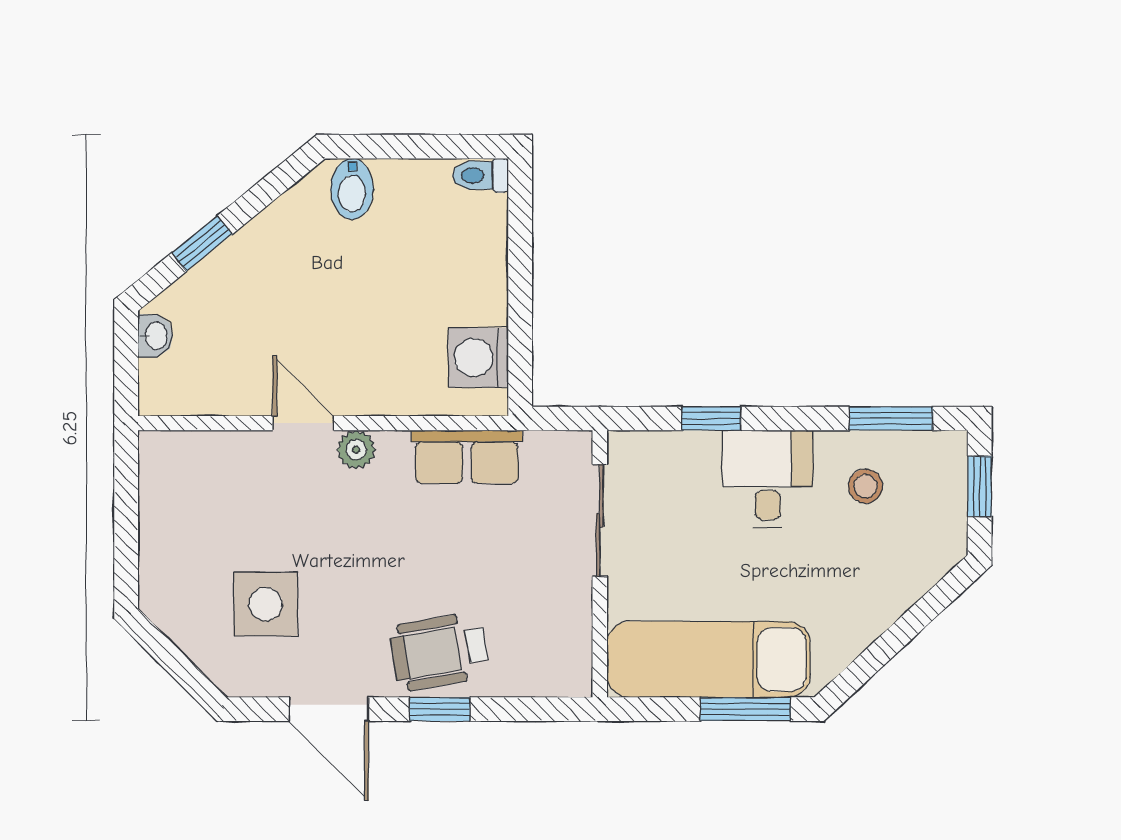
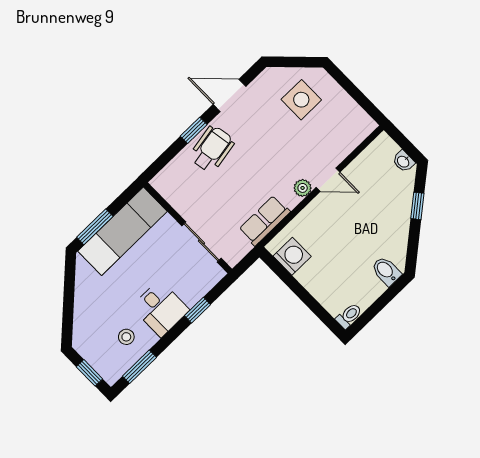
side table: (266, 604) -> (301, 100), moved

